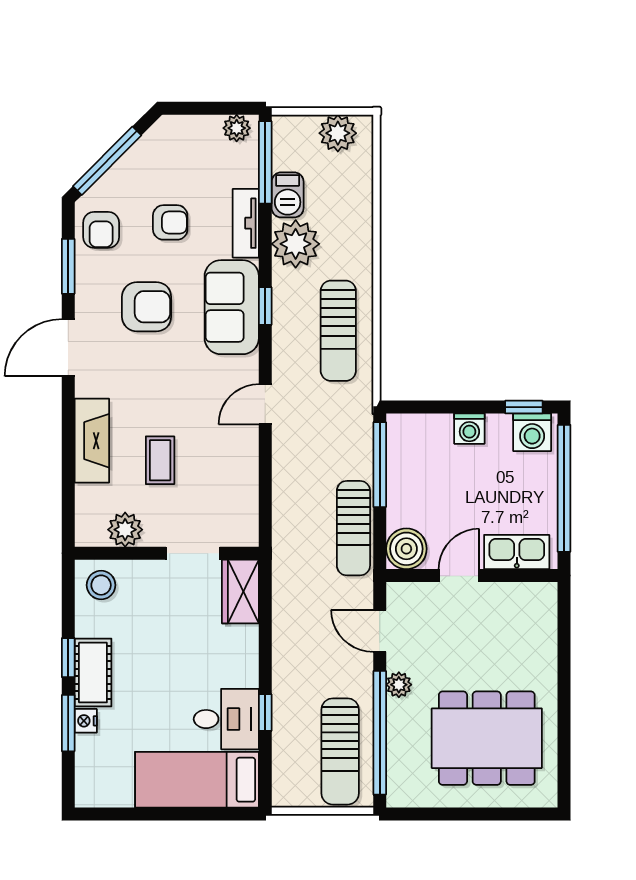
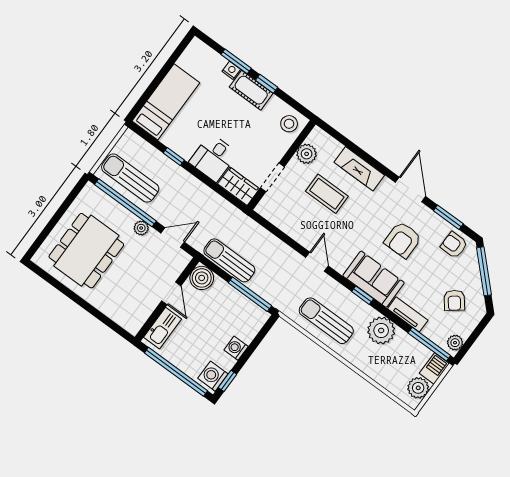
barbecue: (288, 195) -> (434, 368), moved, turned 90
armchair: (170, 222) -> (454, 300), moved, turned -38
coffee table: (160, 460) -> (327, 194), width x1.36, depth x1.30
desk: (226, 719) -> (213, 158), moved

